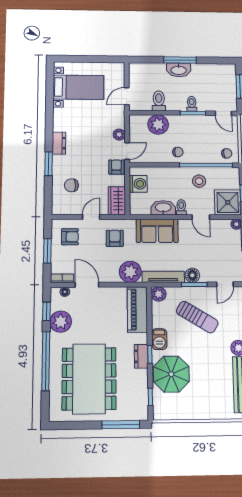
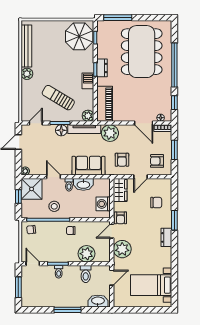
washbasin: (179, 70) -> (98, 301), moved
plant: (119, 135) -> (122, 249), width x1.88, depth x1.88
plant: (61, 322) -> (164, 95), removed
parasol: (171, 374) -> (79, 36), moved

